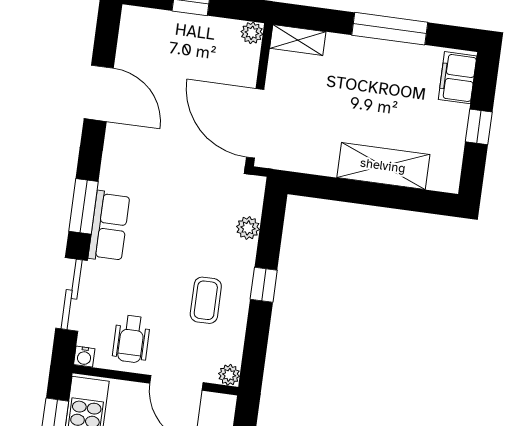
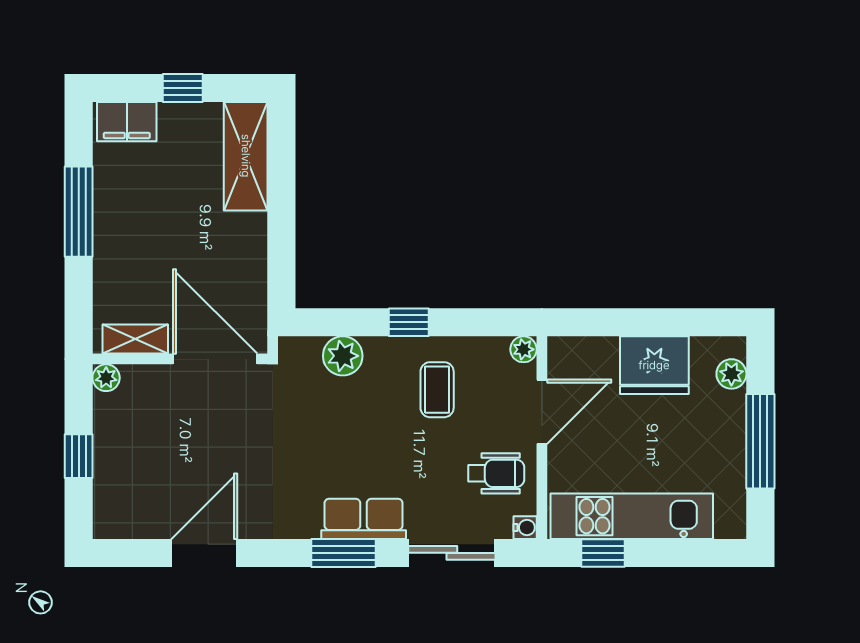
shelving: (298, 40) -> (135, 339), moved, turned 90
door: (255, 123) -> (215, 359), swing flipped
shelving: (383, 166) -> (246, 156), moved
plant: (248, 228) -> (343, 356), width x1.38, depth x1.38
coffee table: (206, 300) -> (437, 390), turned 90

